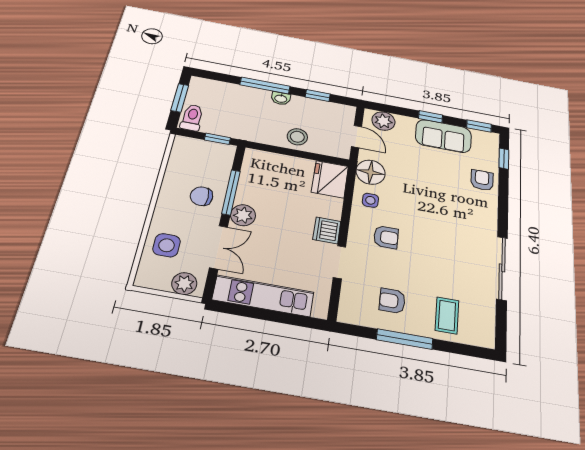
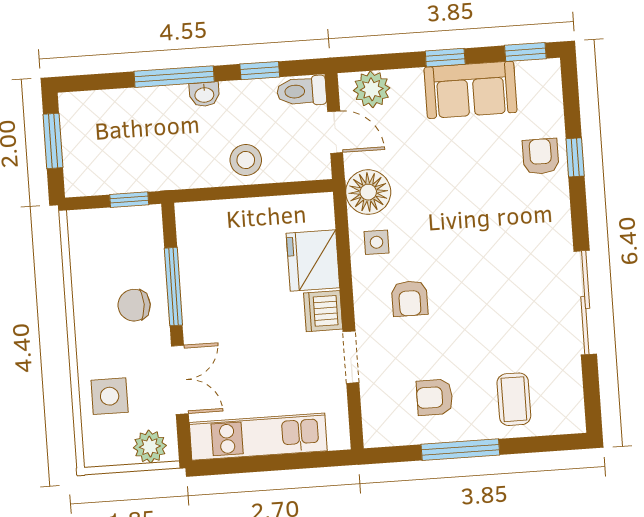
toilet: (192, 118) -> (302, 91), moved, turned -90
window: (504, 159) -> (575, 157), moved
fridge: (330, 179) -> (313, 260), moved
plant: (243, 215) -> (200, 320), removed
armchair: (386, 237) -> (410, 298), turned 90

